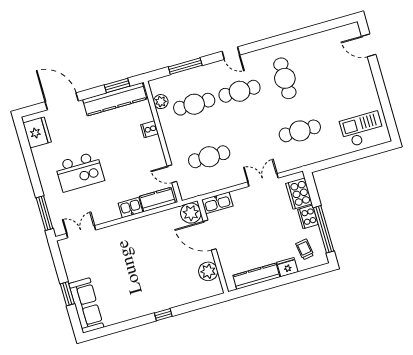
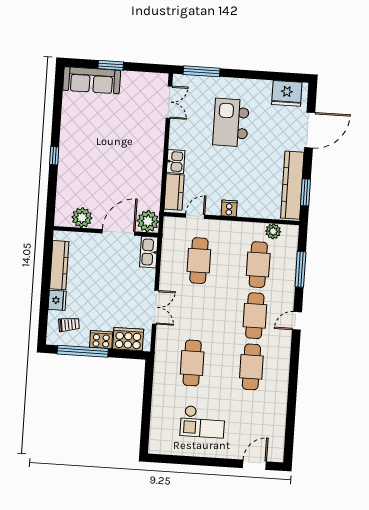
cafe table: (285, 78) -> (251, 367), turned 90
cooker: (150, 129) -> (229, 208), moved
checkout: (362, 129) -> (203, 422), moved, turned 90

